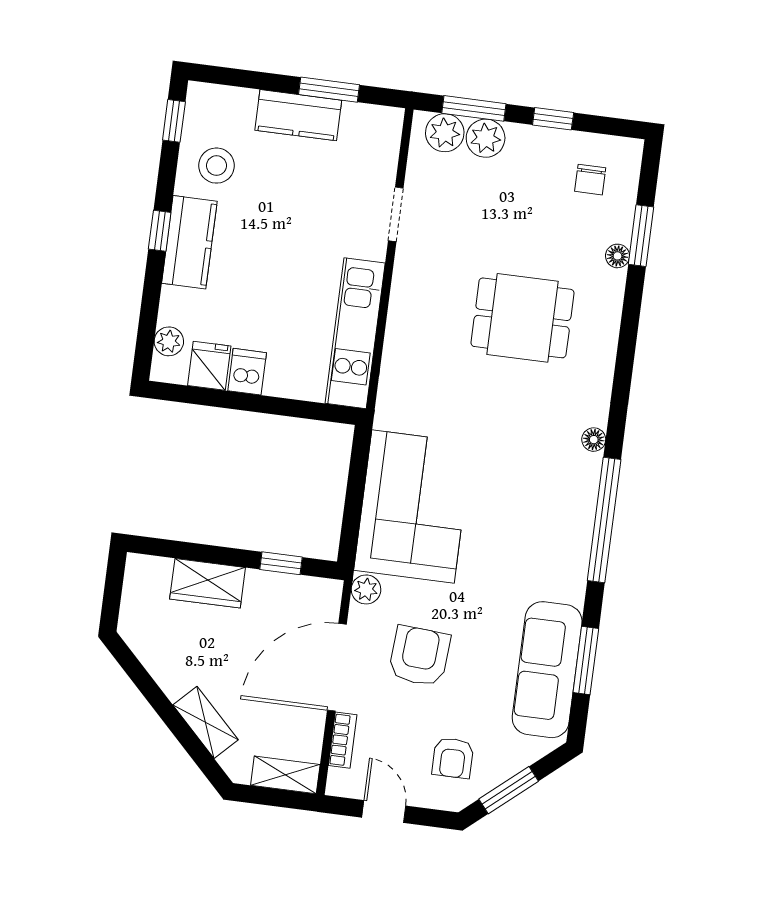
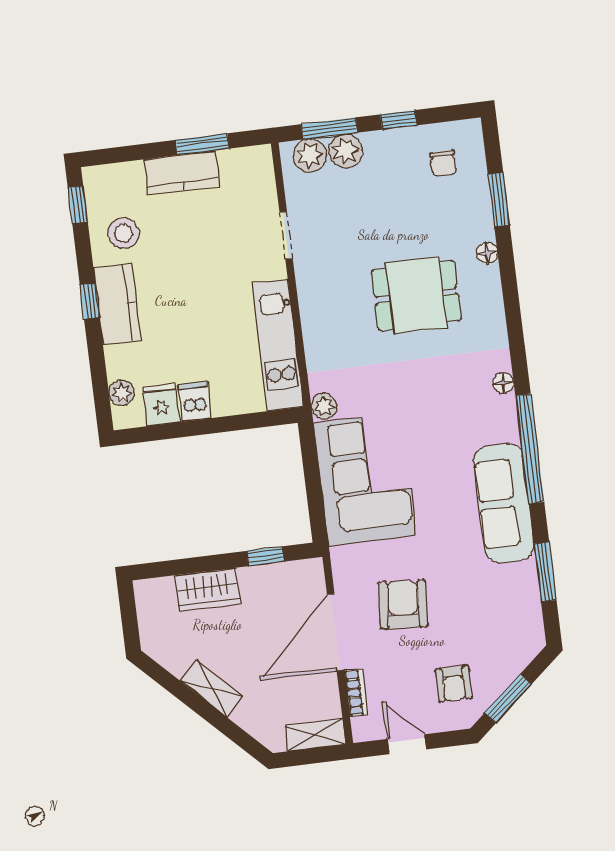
floor lamp: (618, 256) -> (487, 253), moved
plant: (366, 589) -> (324, 406), moved
sofa: (547, 670) -> (504, 503), moved
shelving: (206, 722) -> (212, 688), moved

